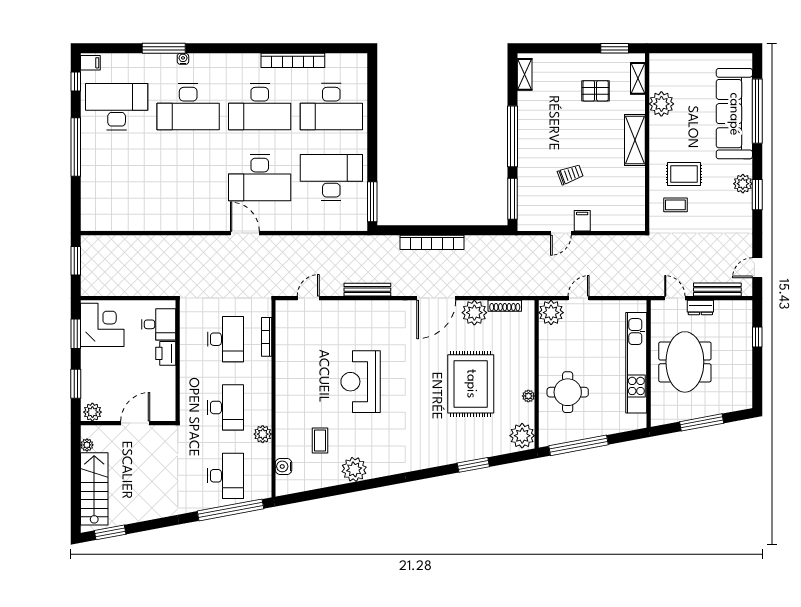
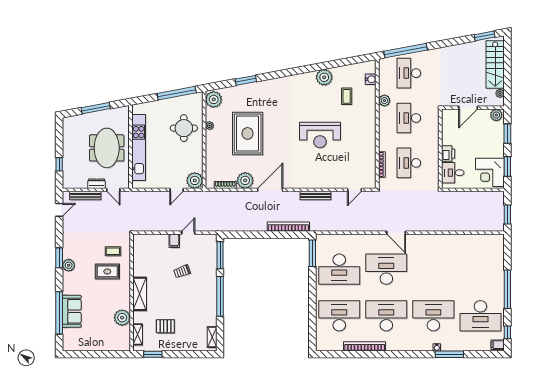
sofa: (734, 114) -> (72, 311), width x0.54, depth x0.79
bookcase: (432, 242) -> (288, 227), moved
reception desk: (361, 382) -> (320, 135), turned 90

